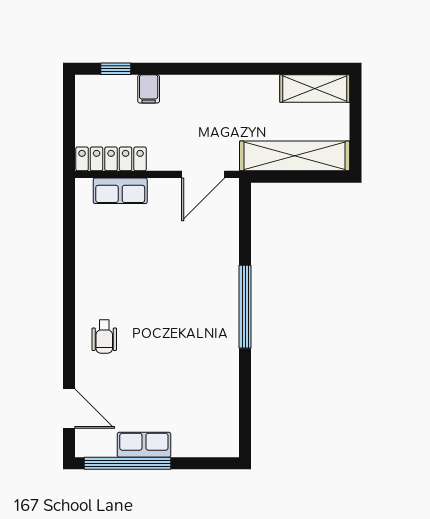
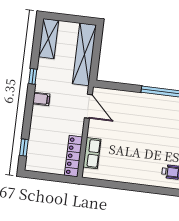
window: (244, 69) -> (33, 76), added
filing cabinet: (149, 89) -> (41, 99), moved

